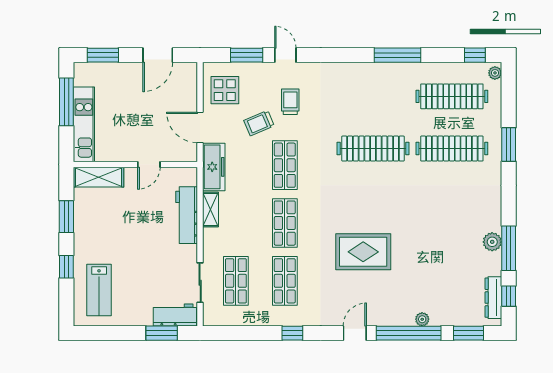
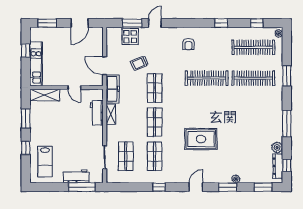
door: (285, 55) -> (155, 23), hinge flipped
window: (397, 55) -> (221, 23), width x0.46
window: (475, 55) -> (257, 23), moved
display table: (225, 90) -> (130, 37), moved
armchair: (342, 91) -> (188, 44), added
window: (66, 102) -> (26, 51), width x0.46
trolley: (290, 102) -> (158, 51), removed
door: (149, 164) -> (74, 88), hinge flipped
workbench: (187, 215) -> (97, 113), width x0.73
plant: (492, 242) -> (277, 147), moved
window: (509, 248) -> (287, 124), moved
workbench: (175, 315) -> (76, 176), moved
window: (162, 333) -> (82, 187), width x1.44
window: (409, 333) -> (228, 187), width x0.47

